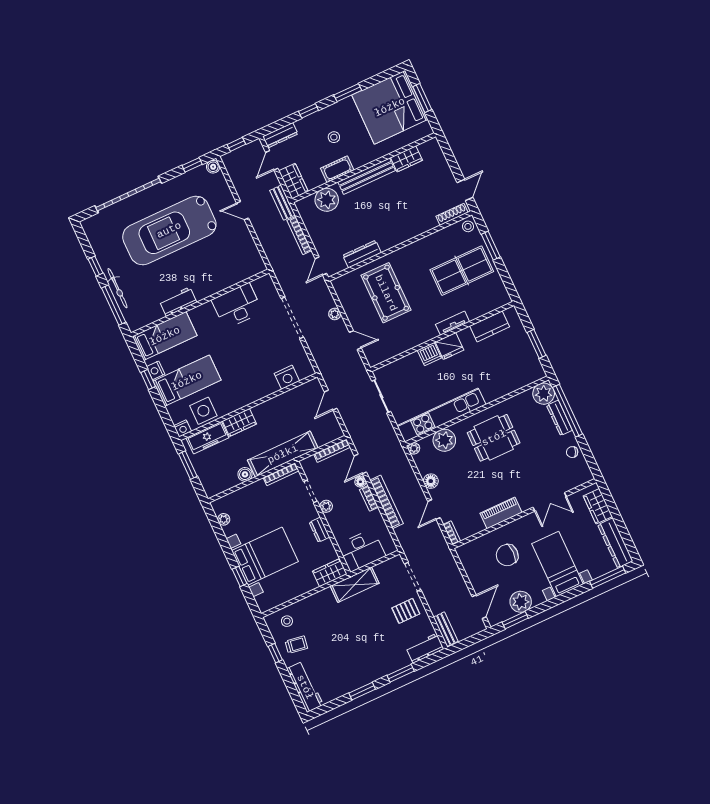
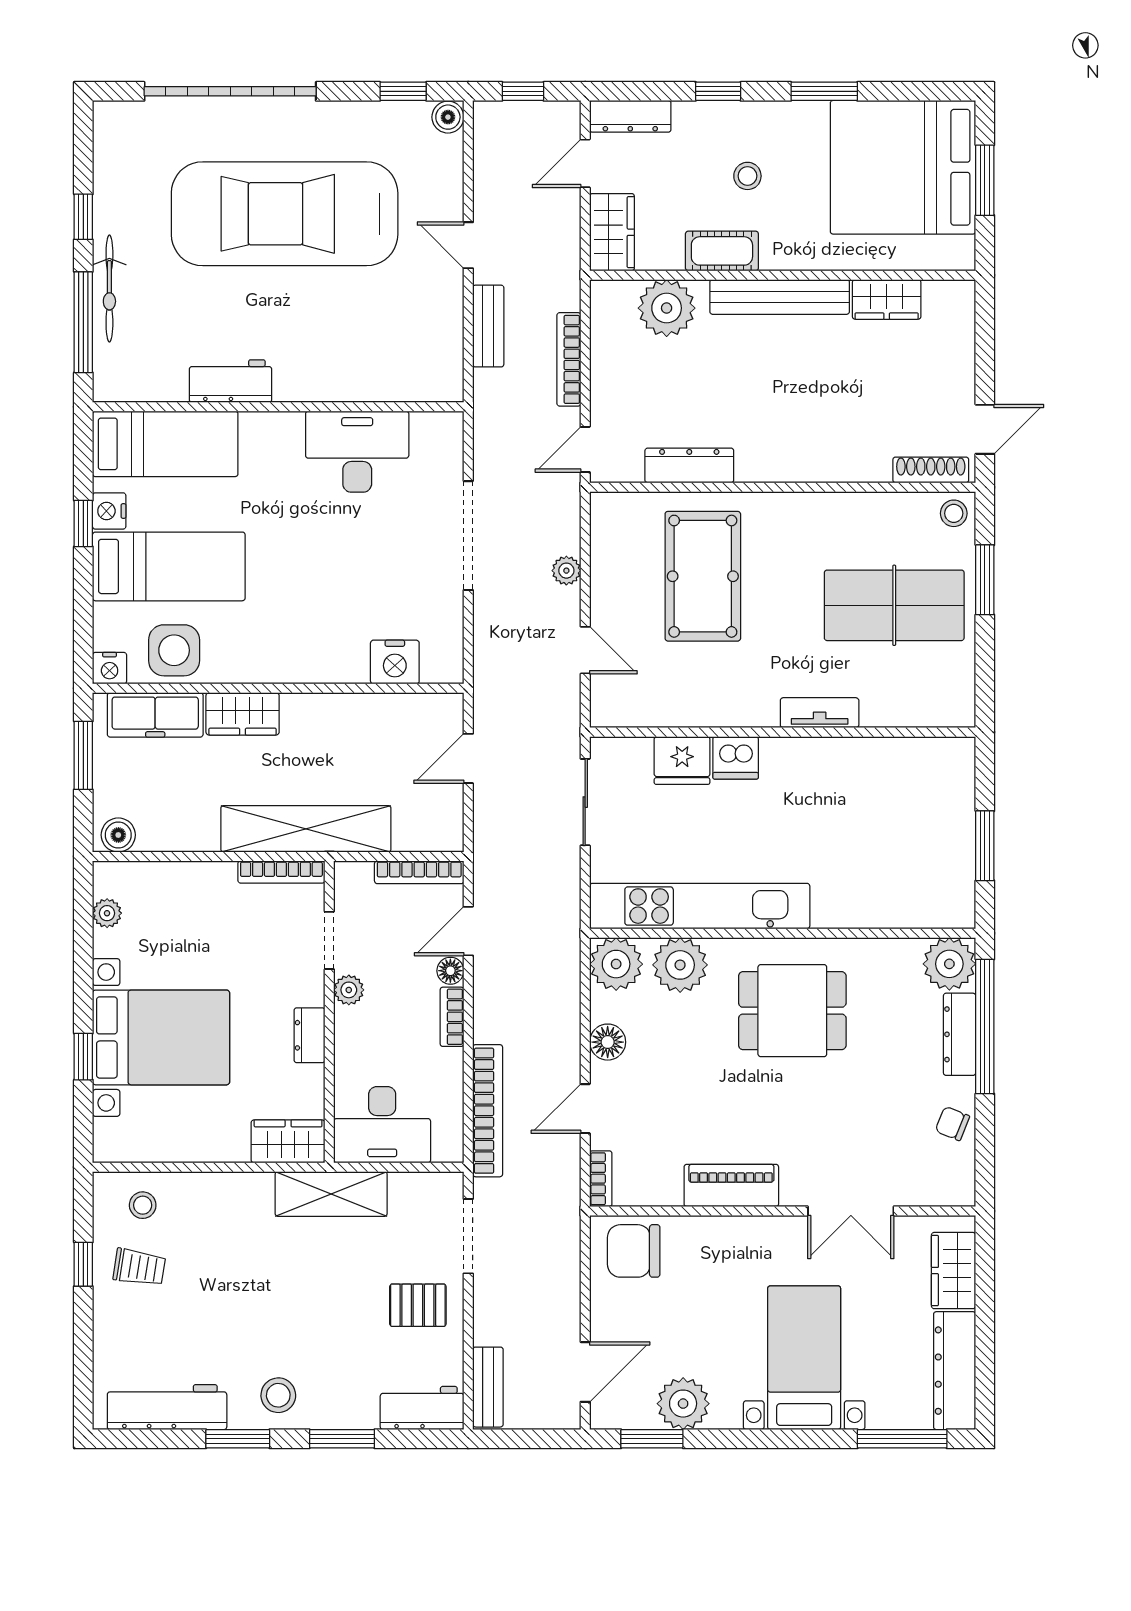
bench: (282, 203) -> (488, 326), moved
kitchen counter: (490, 326) -> (899, 758), removed
fridge: (450, 346) -> (682, 760), moved
plant: (414, 448) -> (616, 964), width x1.88, depth x1.88
boiler: (245, 474) -> (118, 835), moved
bookcase: (386, 502) -> (488, 1111), moved
chair: (507, 555) -> (634, 1251), moved
stool: (370, 668) -> (278, 1395), added
workbench: (305, 687) -> (167, 1407), moved, turned -90

